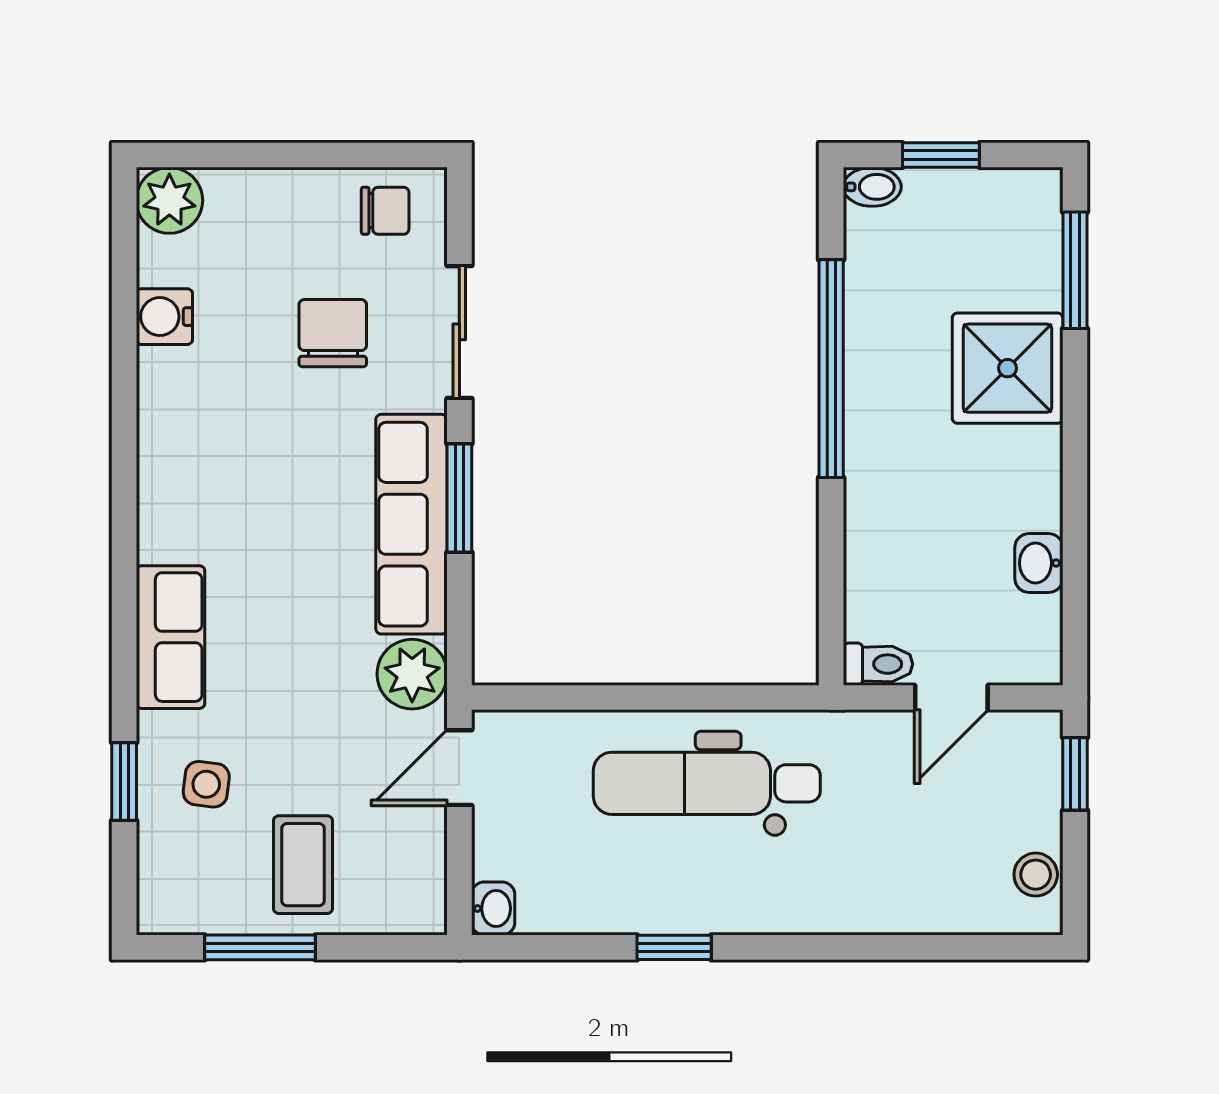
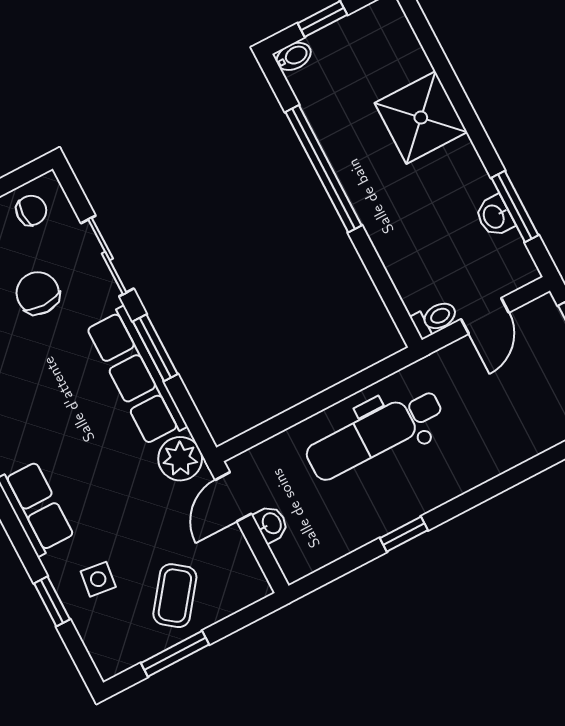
window: (1075, 270) -> (515, 207), moved
coffee table: (303, 865) -> (175, 596), turned 37
washbasin: (493, 908) -> (271, 524), moved

